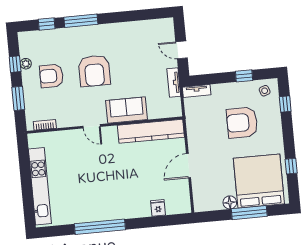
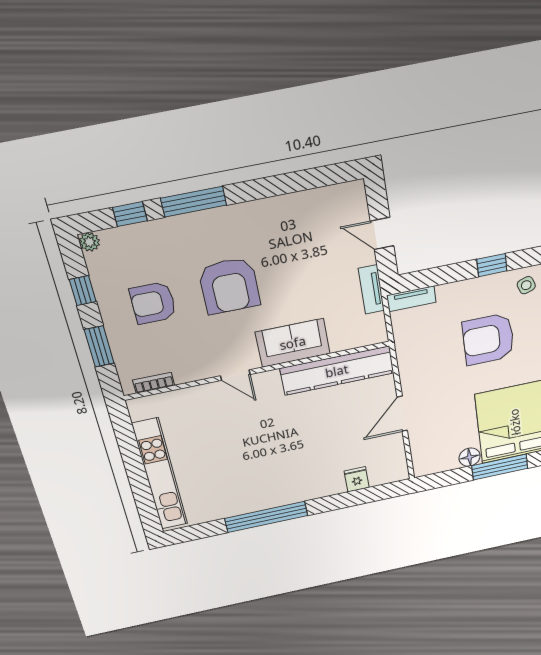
plant: (26, 64) -> (90, 242), moved

